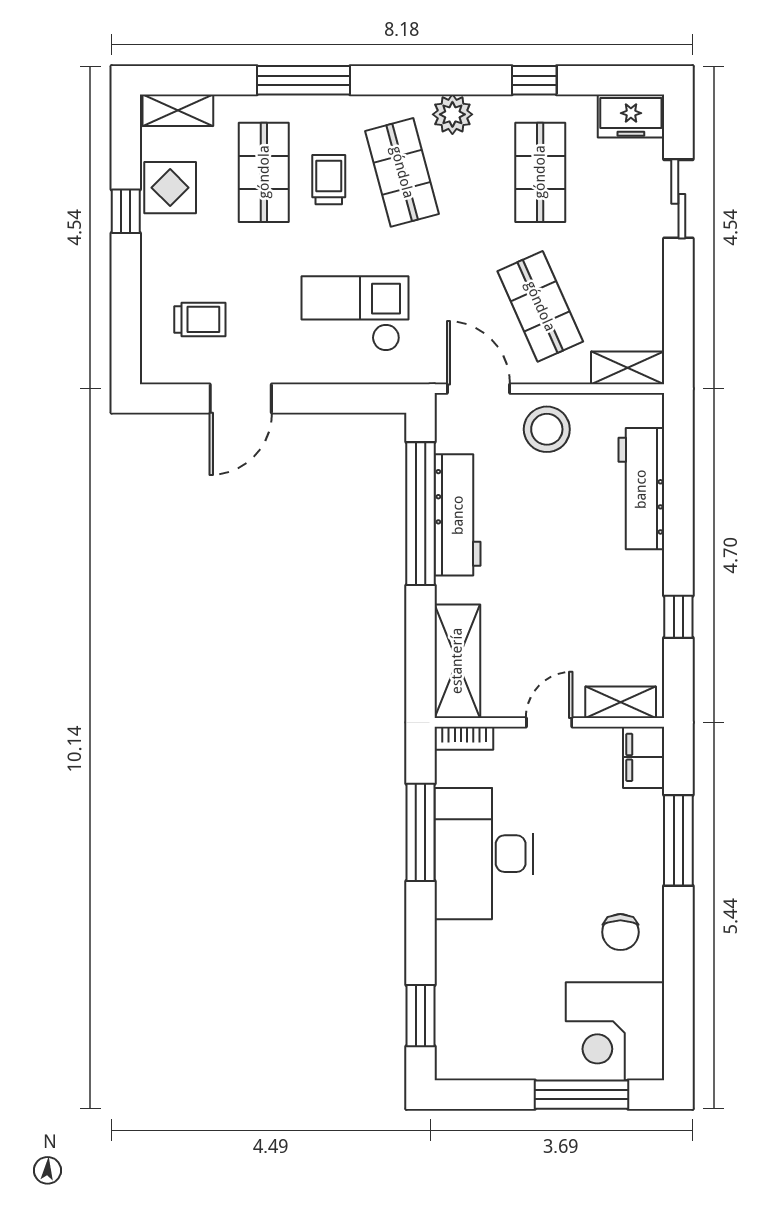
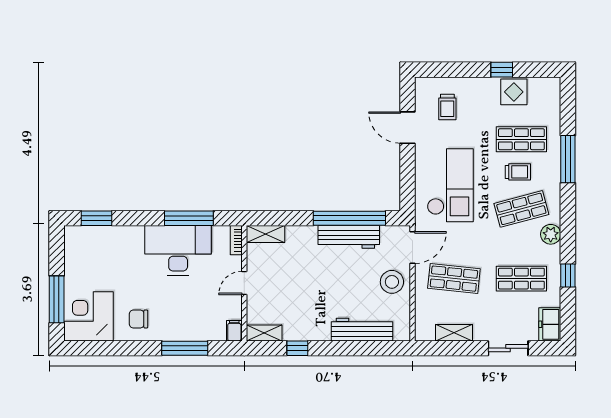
shelving: (178, 110) -> (553, 96), removed
shop shelf: (540, 306) -> (454, 279), turned 30
checkout: (355, 314) -> (450, 185), width x1.36, depth x1.21
shelving: (628, 368) -> (454, 333), moved, turned 90
shelving: (457, 661) -> (265, 234), width x0.67, depth x0.75
shelving: (621, 702) -> (264, 333), moved, turned 90
door: (549, 722) -> (244, 283), swing flipped
filing cabinet: (644, 757) -> (234, 331), width x0.50

